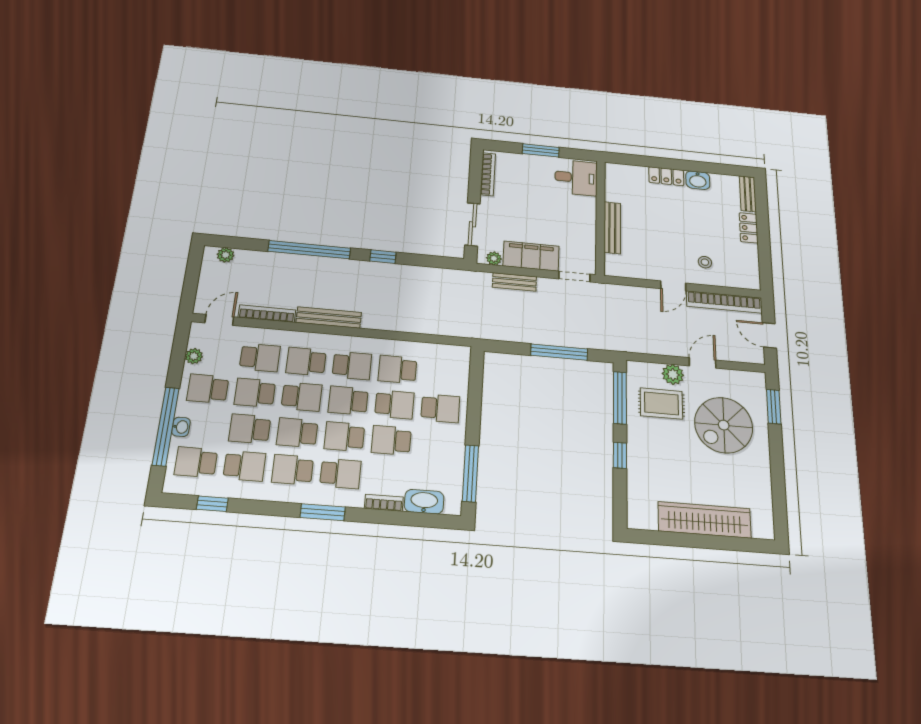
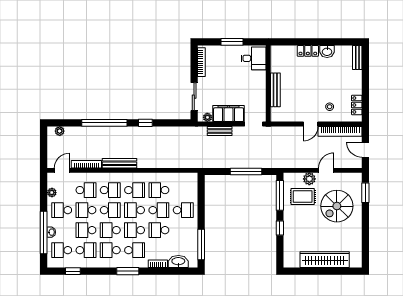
locker: (749, 228) -> (357, 105), moved
school desk: (306, 362) -> (110, 190), turned 180

